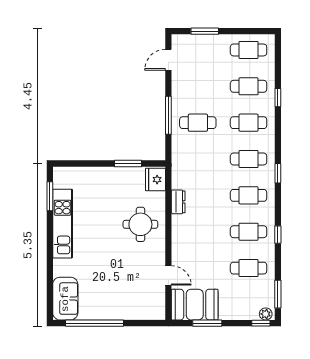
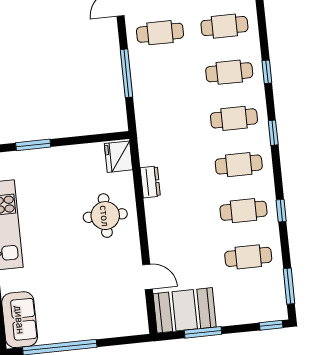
window: (278, 98) -> (267, 72), moved
cafe table: (198, 123) -> (160, 33), moved
window: (128, 164) -> (33, 145), moved
plant: (266, 314) -> (276, 313), removed

